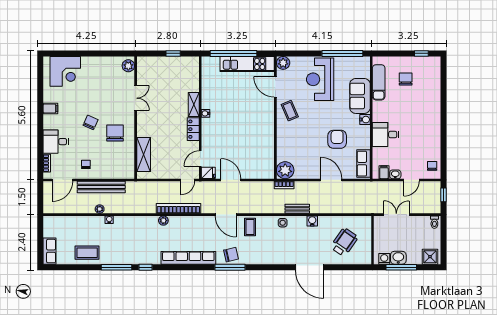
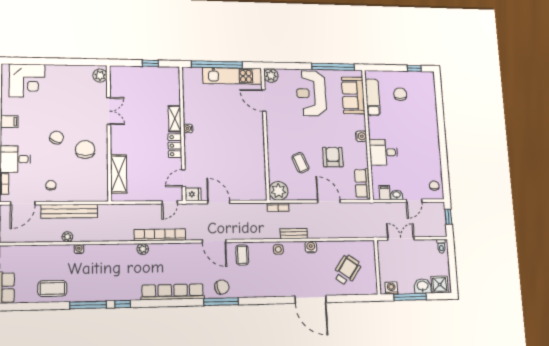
sofa: (360, 96) -> (353, 95), moved
coffee table: (290, 111) -> (300, 163), moved
washbasin: (398, 258) -> (423, 286), moved

